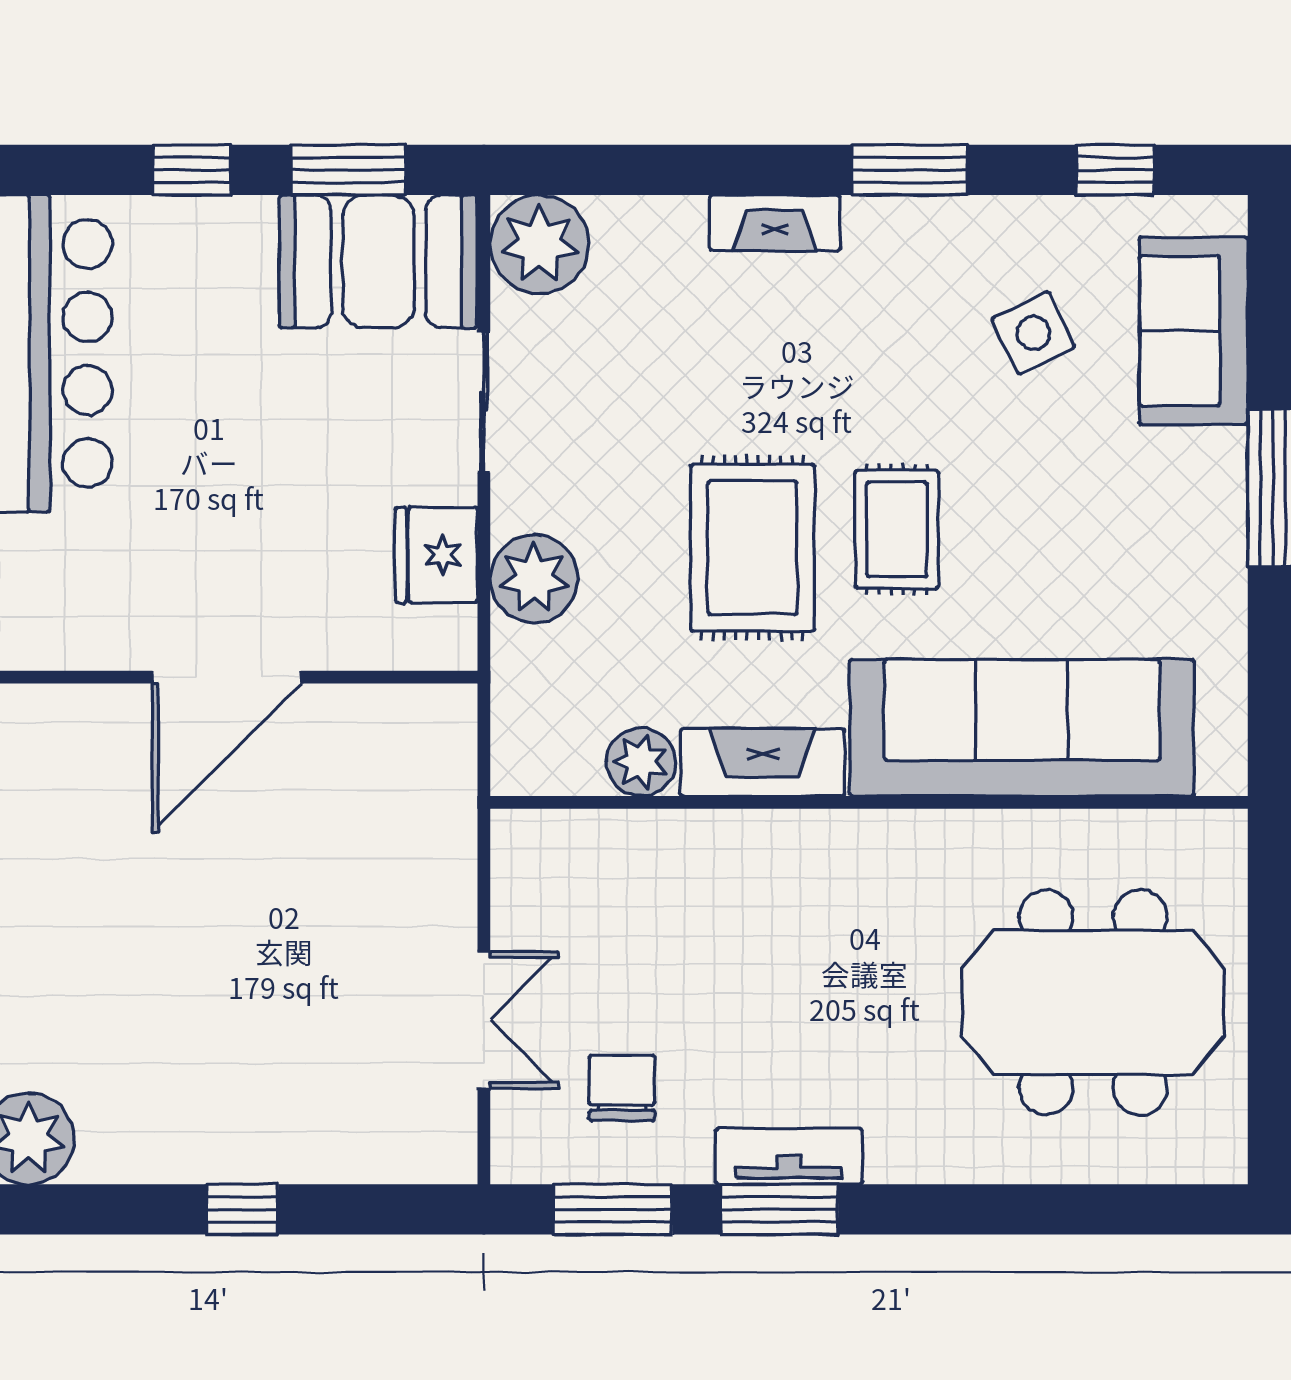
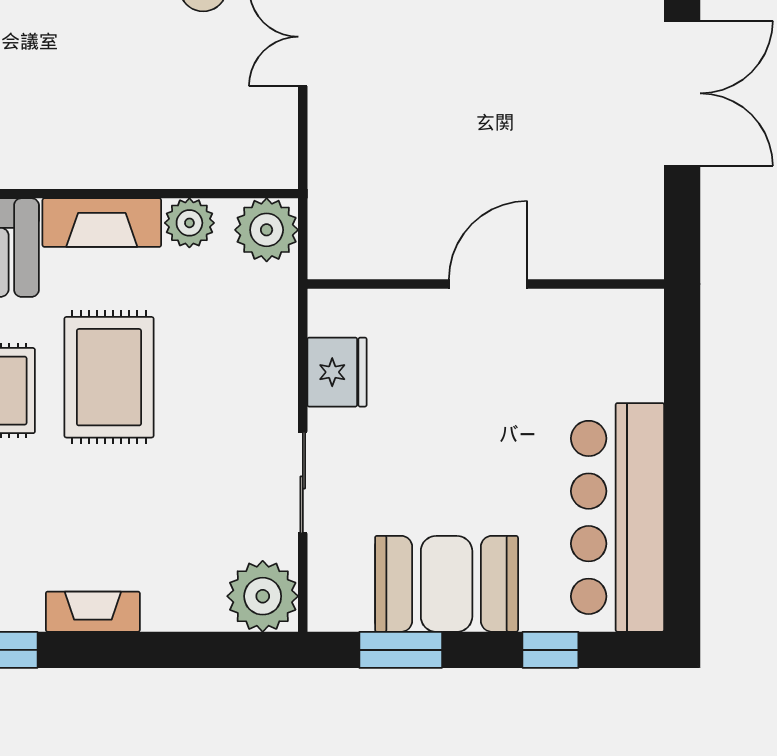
window: (192, 170) -> (550, 650), moved
booth: (378, 261) -> (447, 584), moved
plant: (534, 579) -> (267, 230), moved
door: (227, 677) -> (488, 284), width x0.73

